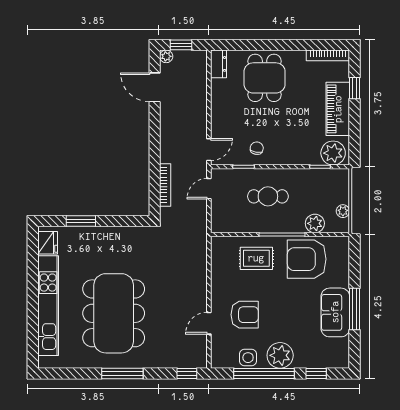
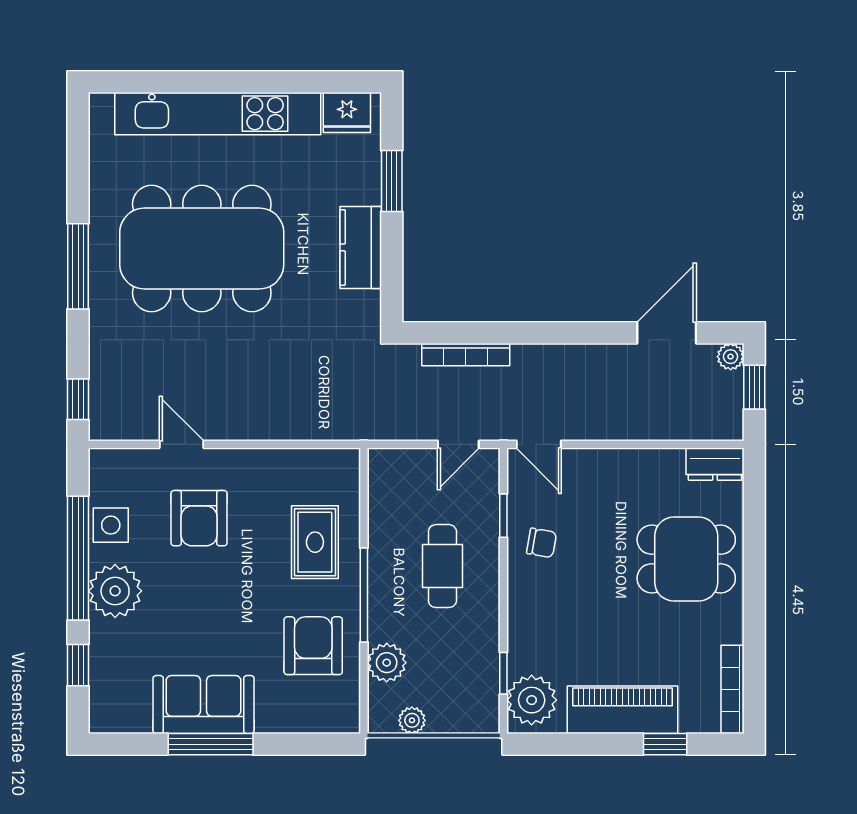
door: (209, 189) -> (458, 444), swing flipped
kitchen counter: (113, 236) -> (361, 247), added
armchair: (307, 259) -> (313, 646), width x0.73, depth x0.73

